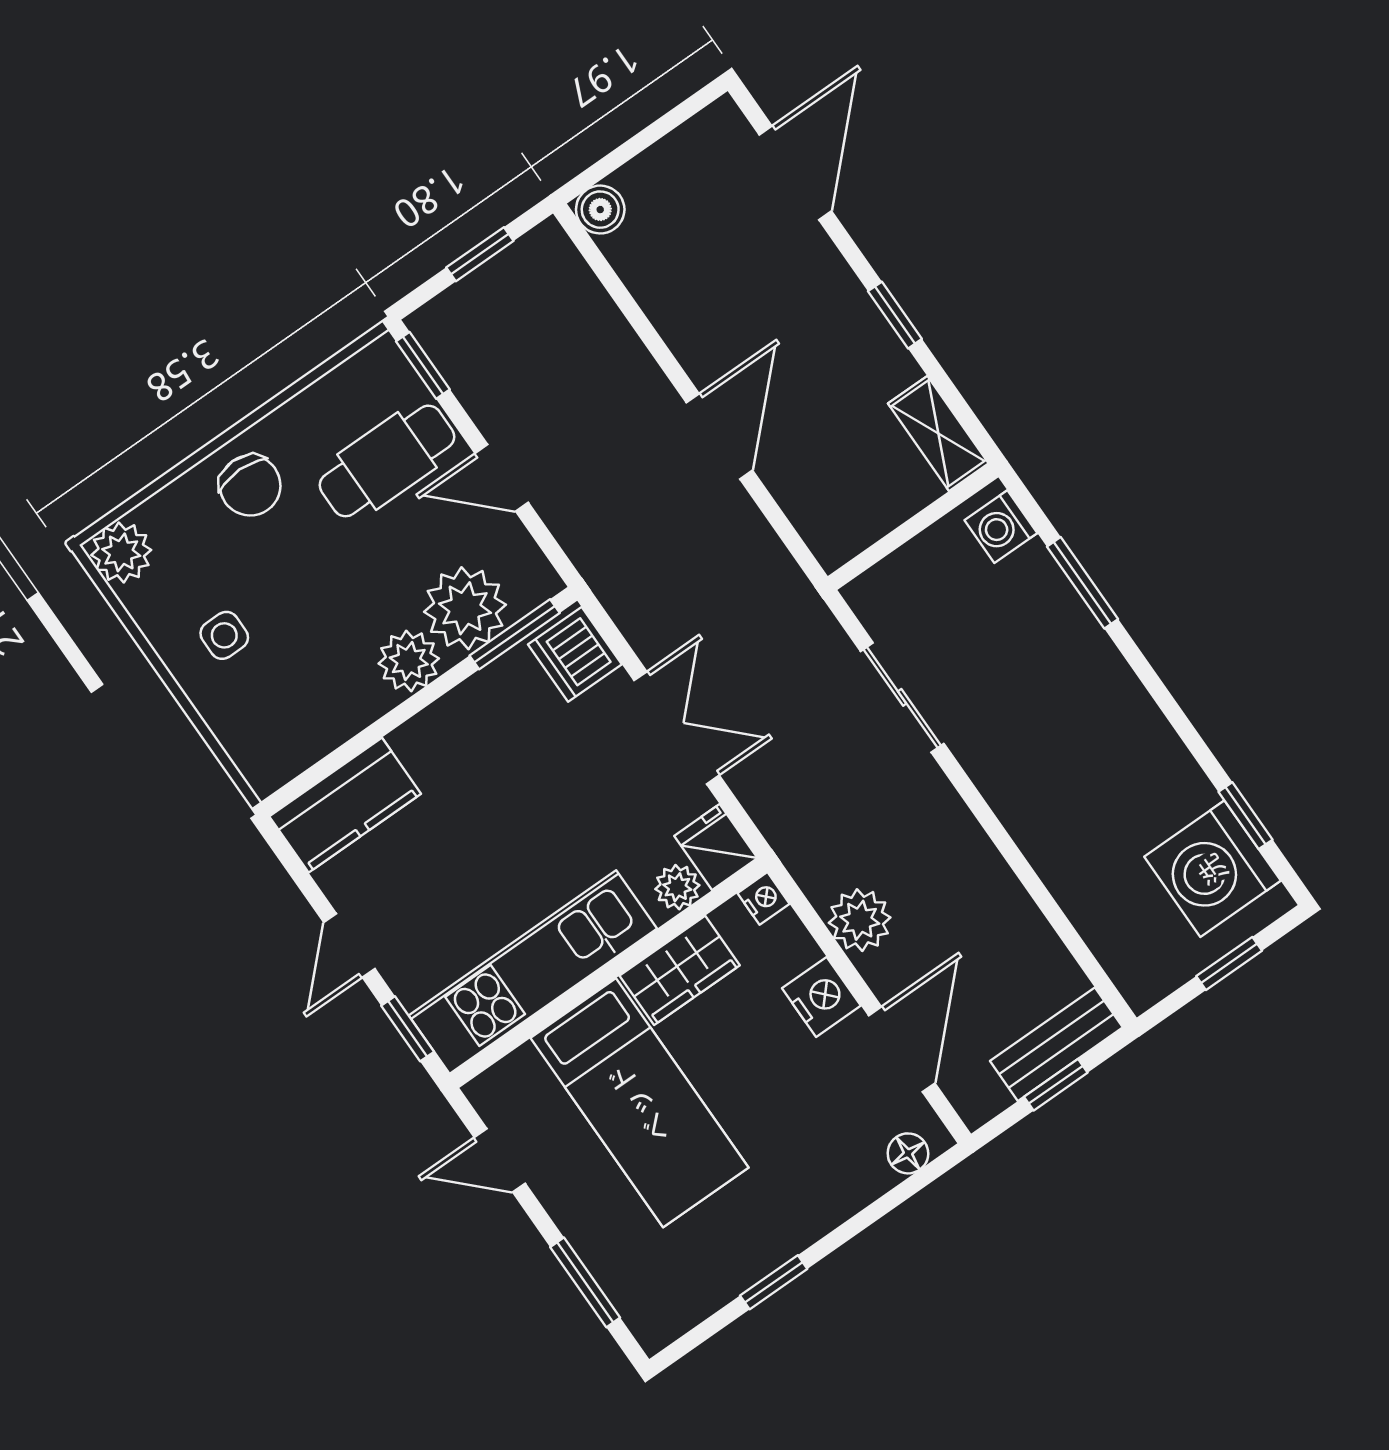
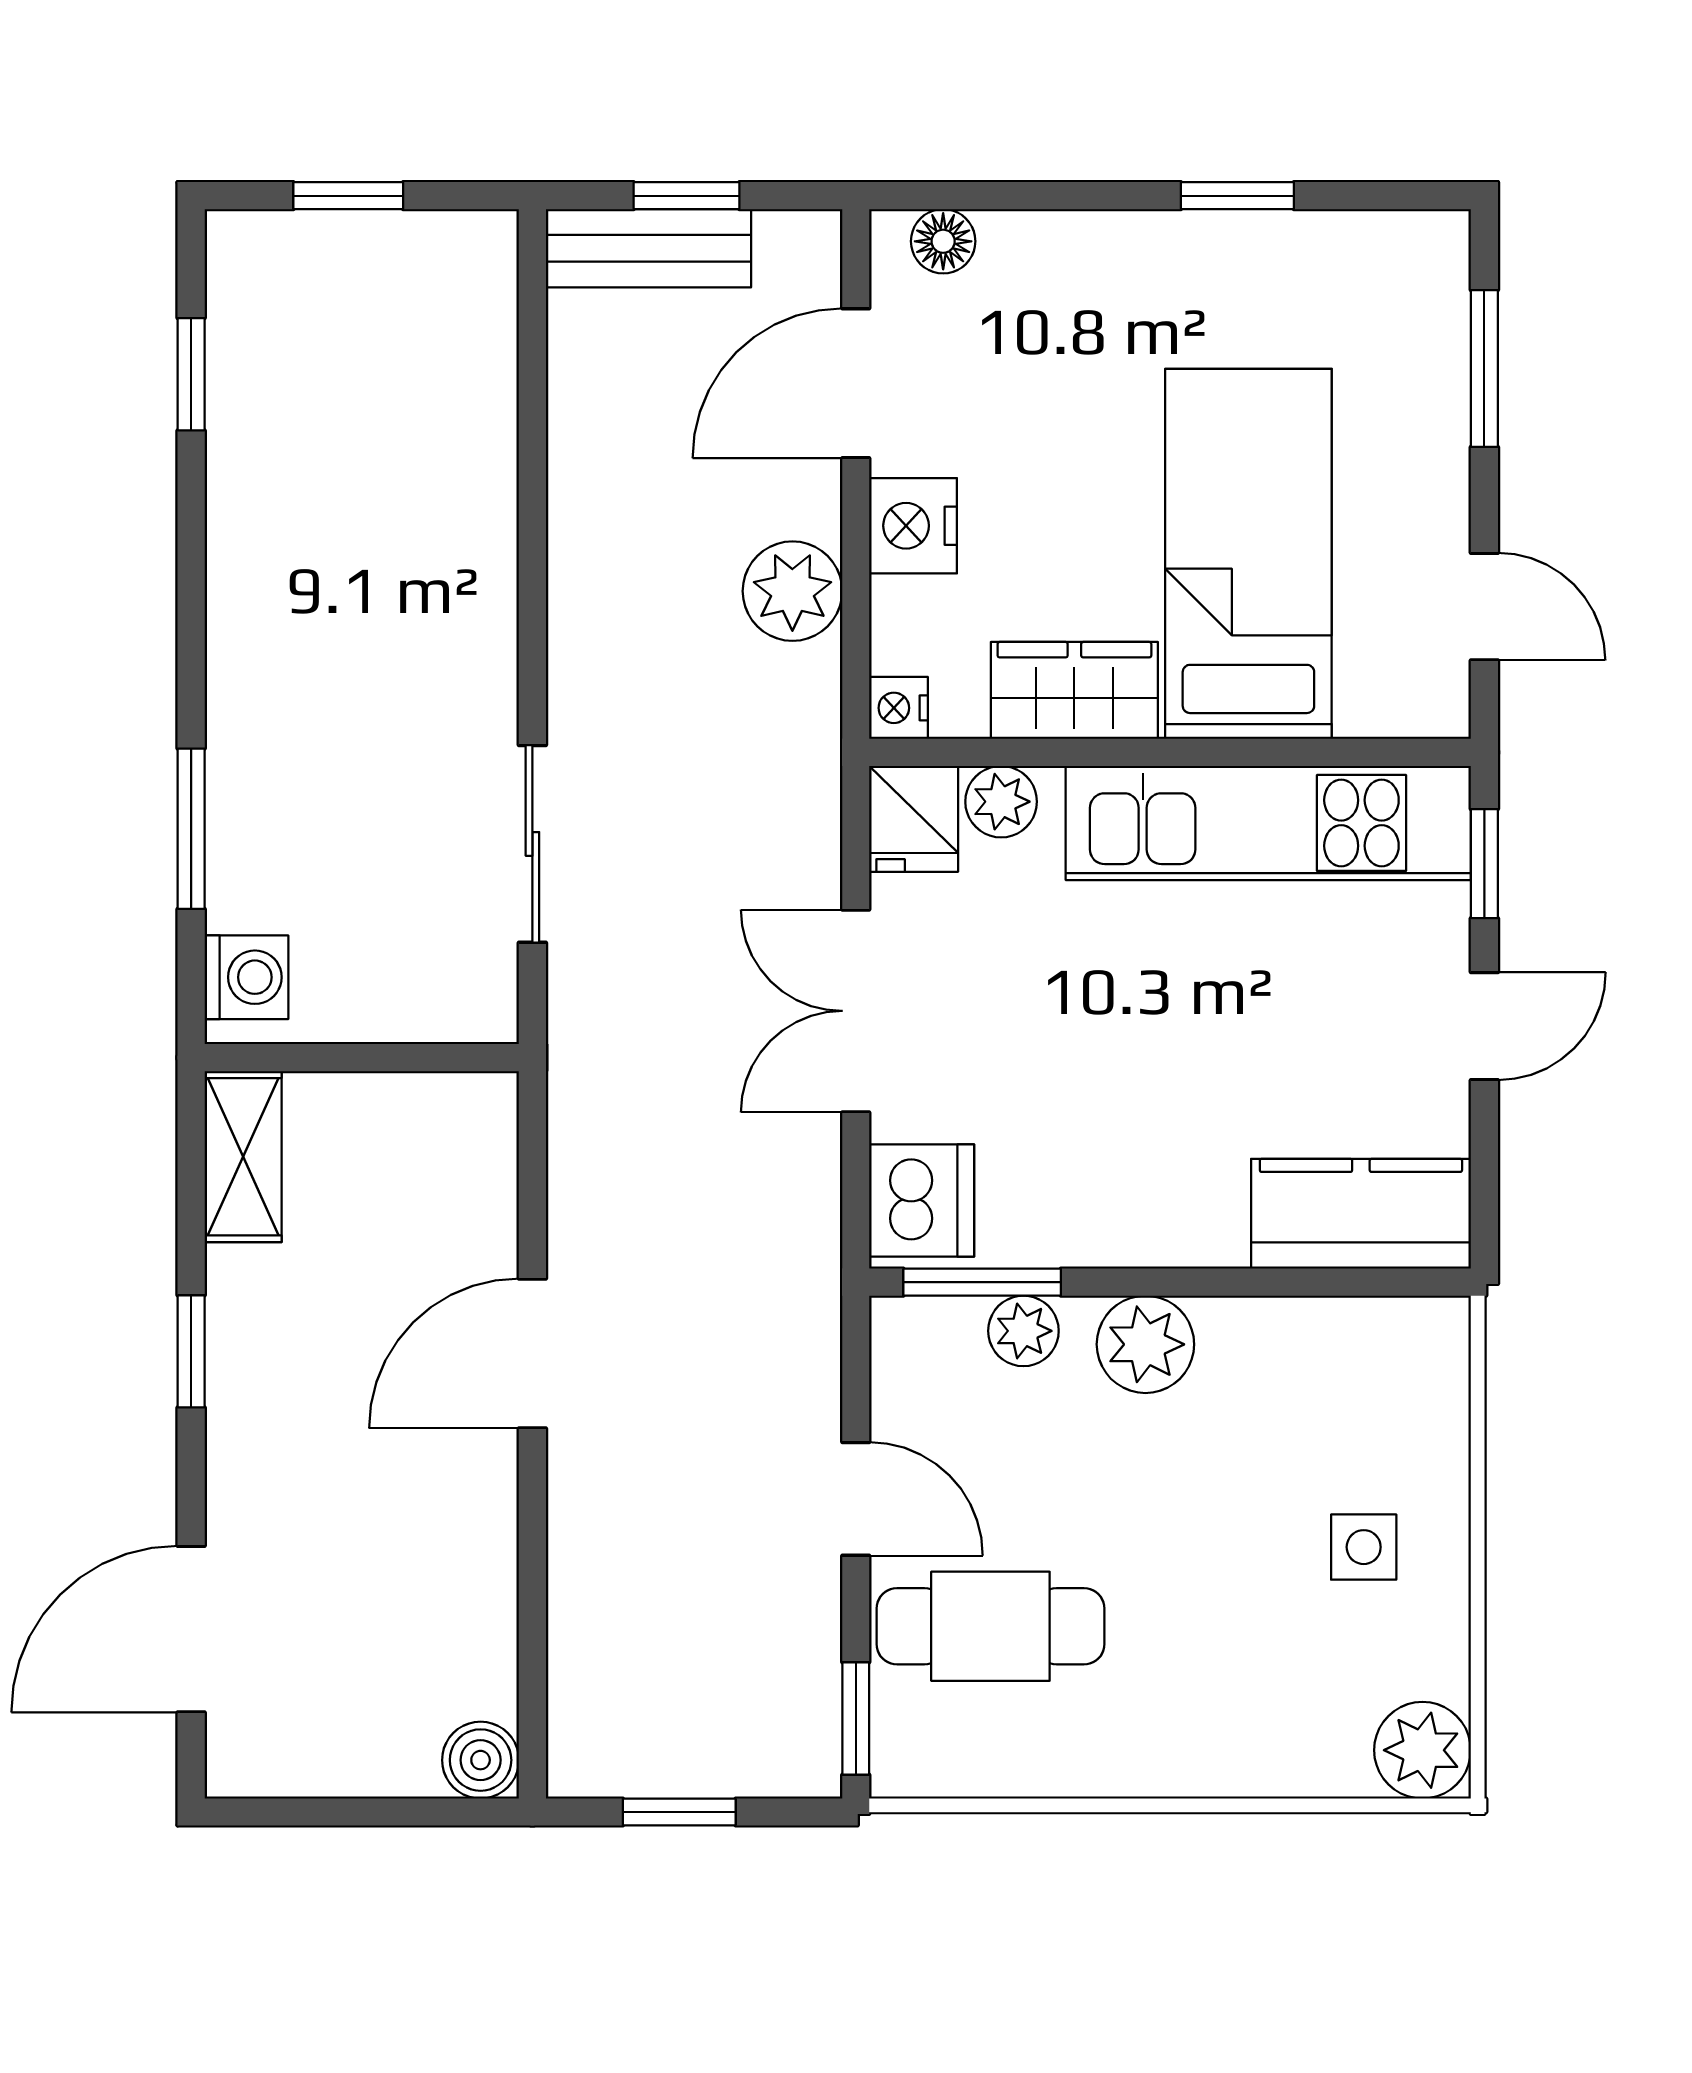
chair: (250, 485) -> (1192, 1720), removed
plant: (465, 608) -> (1023, 1331), width x0.53, depth x0.53
washing machine: (1212, 869) -> (283, 335), removed

